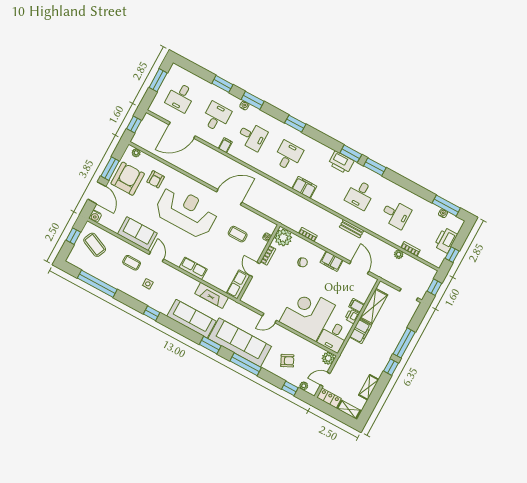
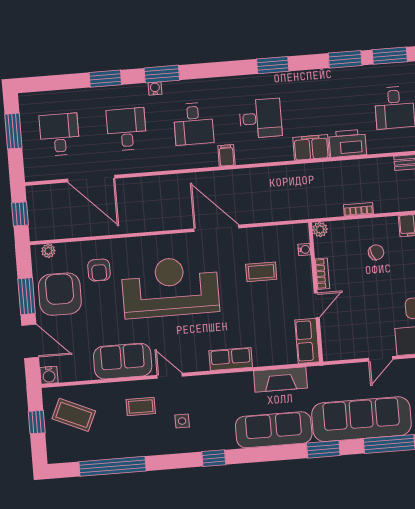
desk: (180, 97) -> (59, 135), turned 180
window: (295, 124) -> (273, 65), moved
door: (182, 130) -> (91, 179), hinge flipped
desk: (252, 136) -> (193, 124), turned 90
filing cabinet: (225, 145) -> (226, 155), moved
desk: (288, 156) -> (260, 118), turned 90
printer: (341, 162) -> (348, 143), moved, turned 180
door: (229, 197) -> (216, 228), hinge flipped
plant: (283, 238) -> (320, 229), width x0.53, depth x0.53
door: (255, 270) -> (317, 305), swing flipped

